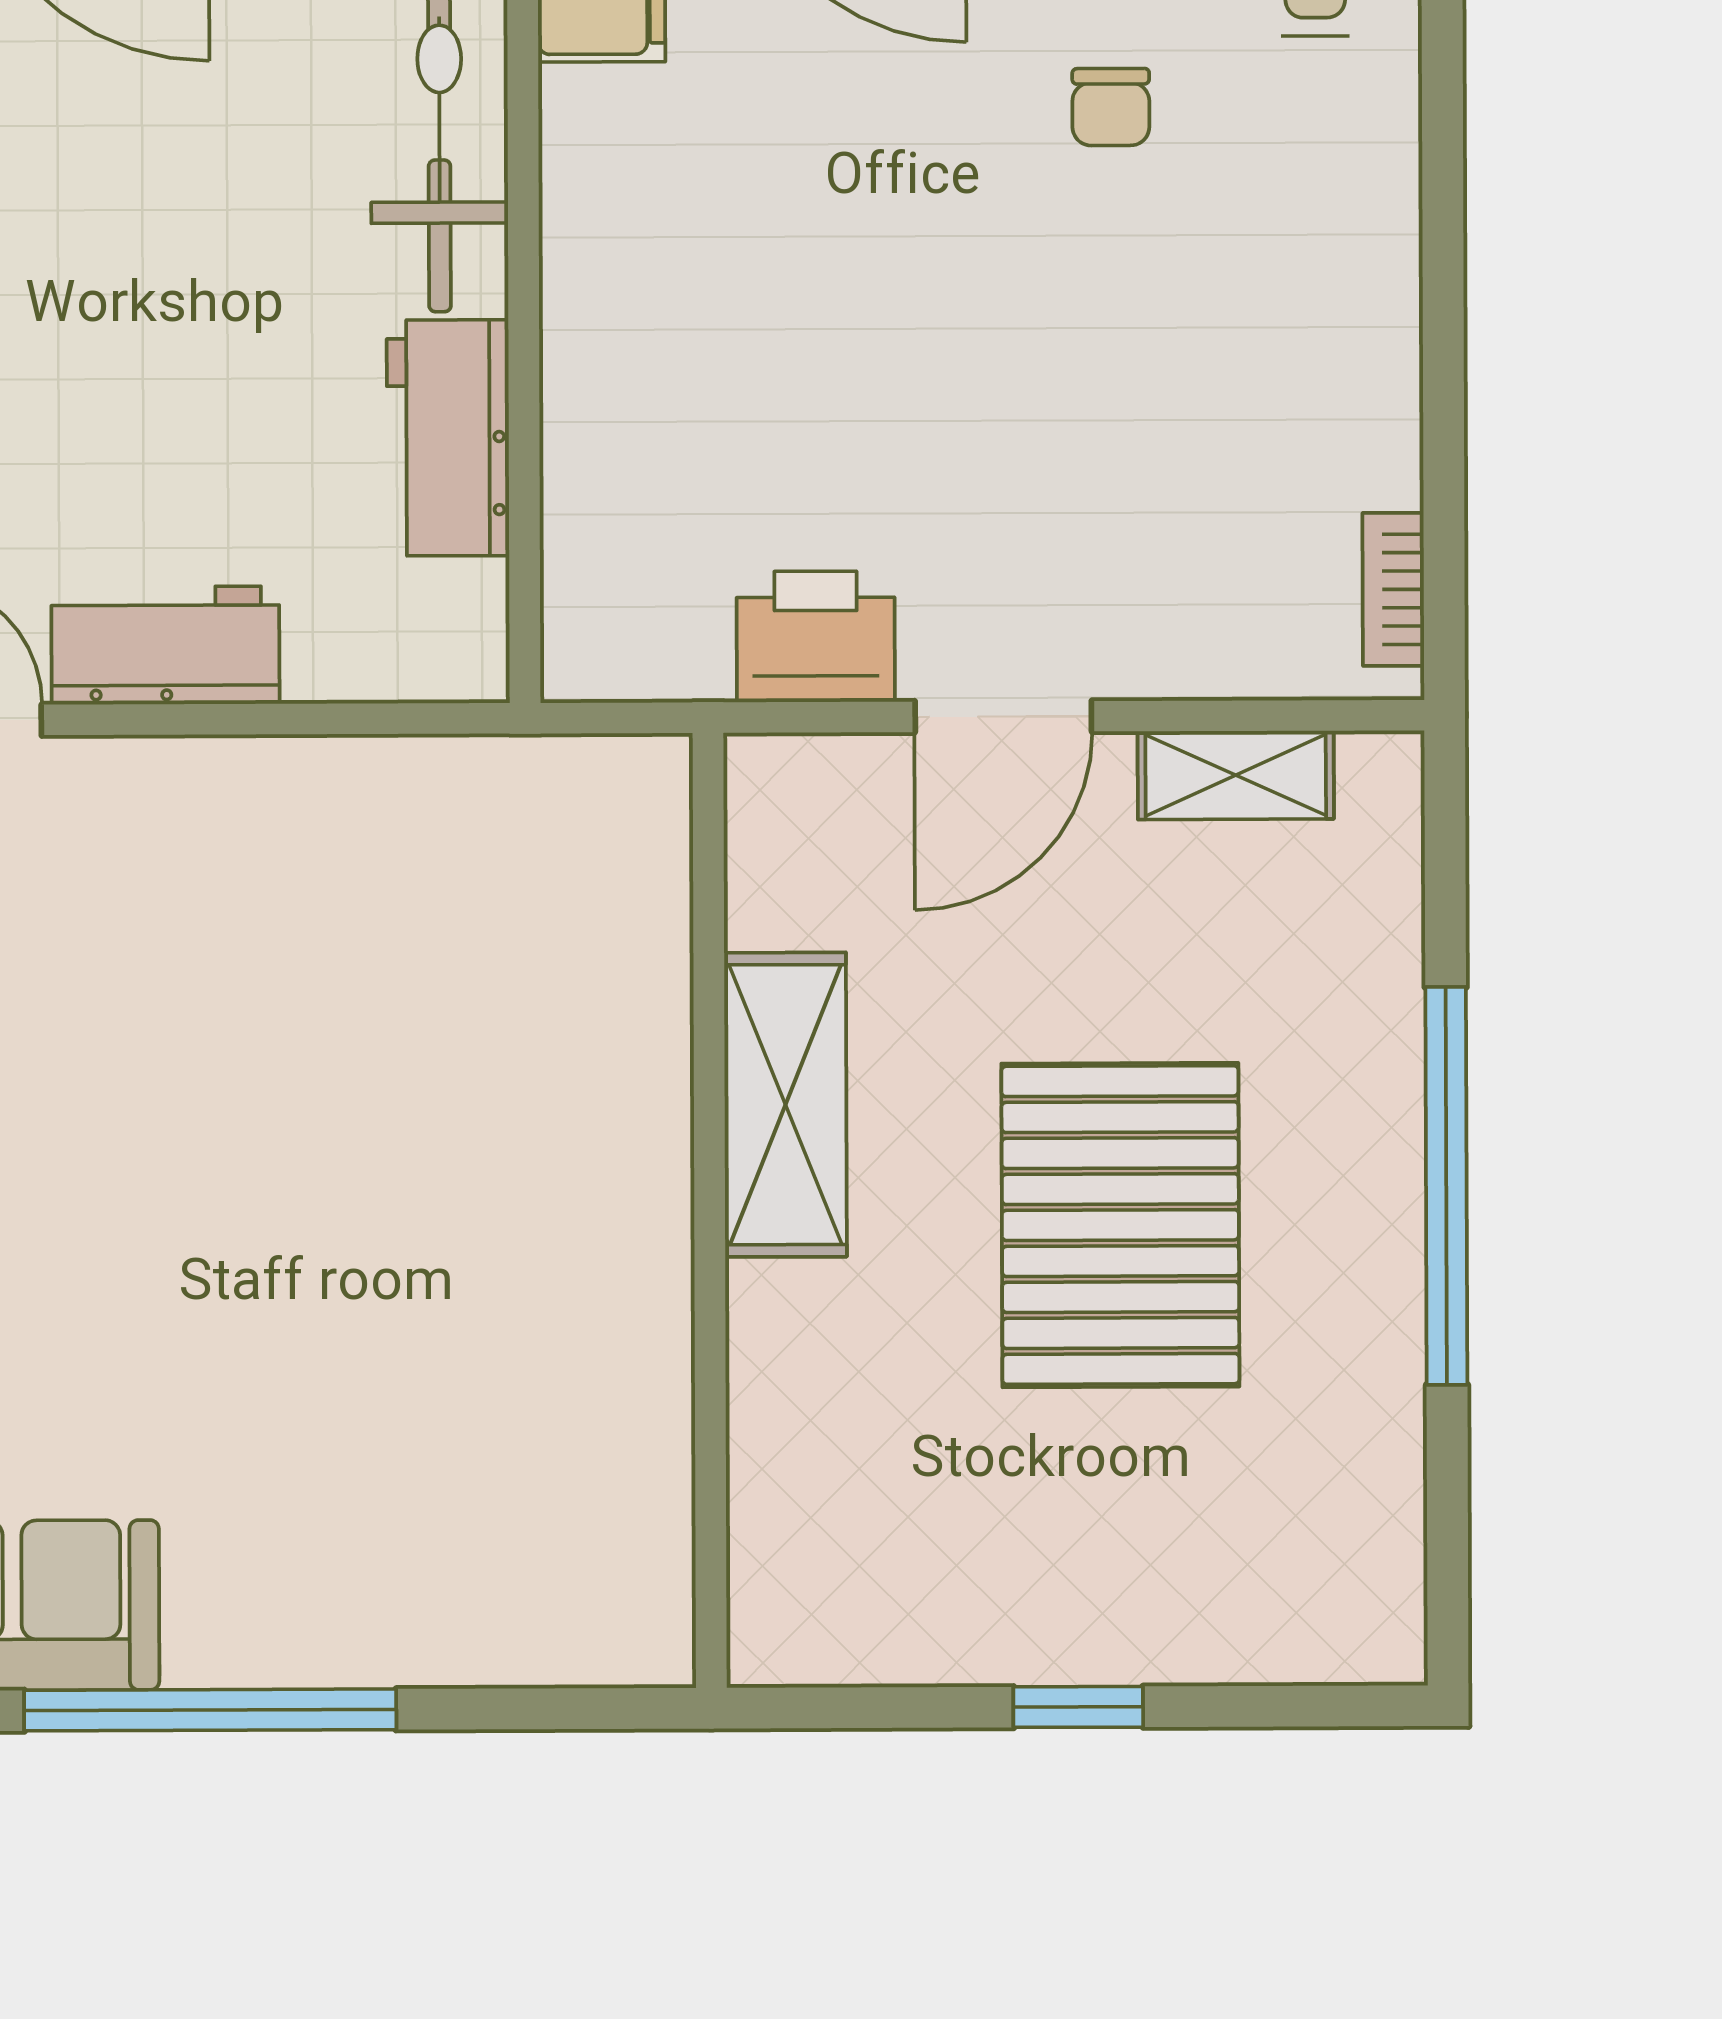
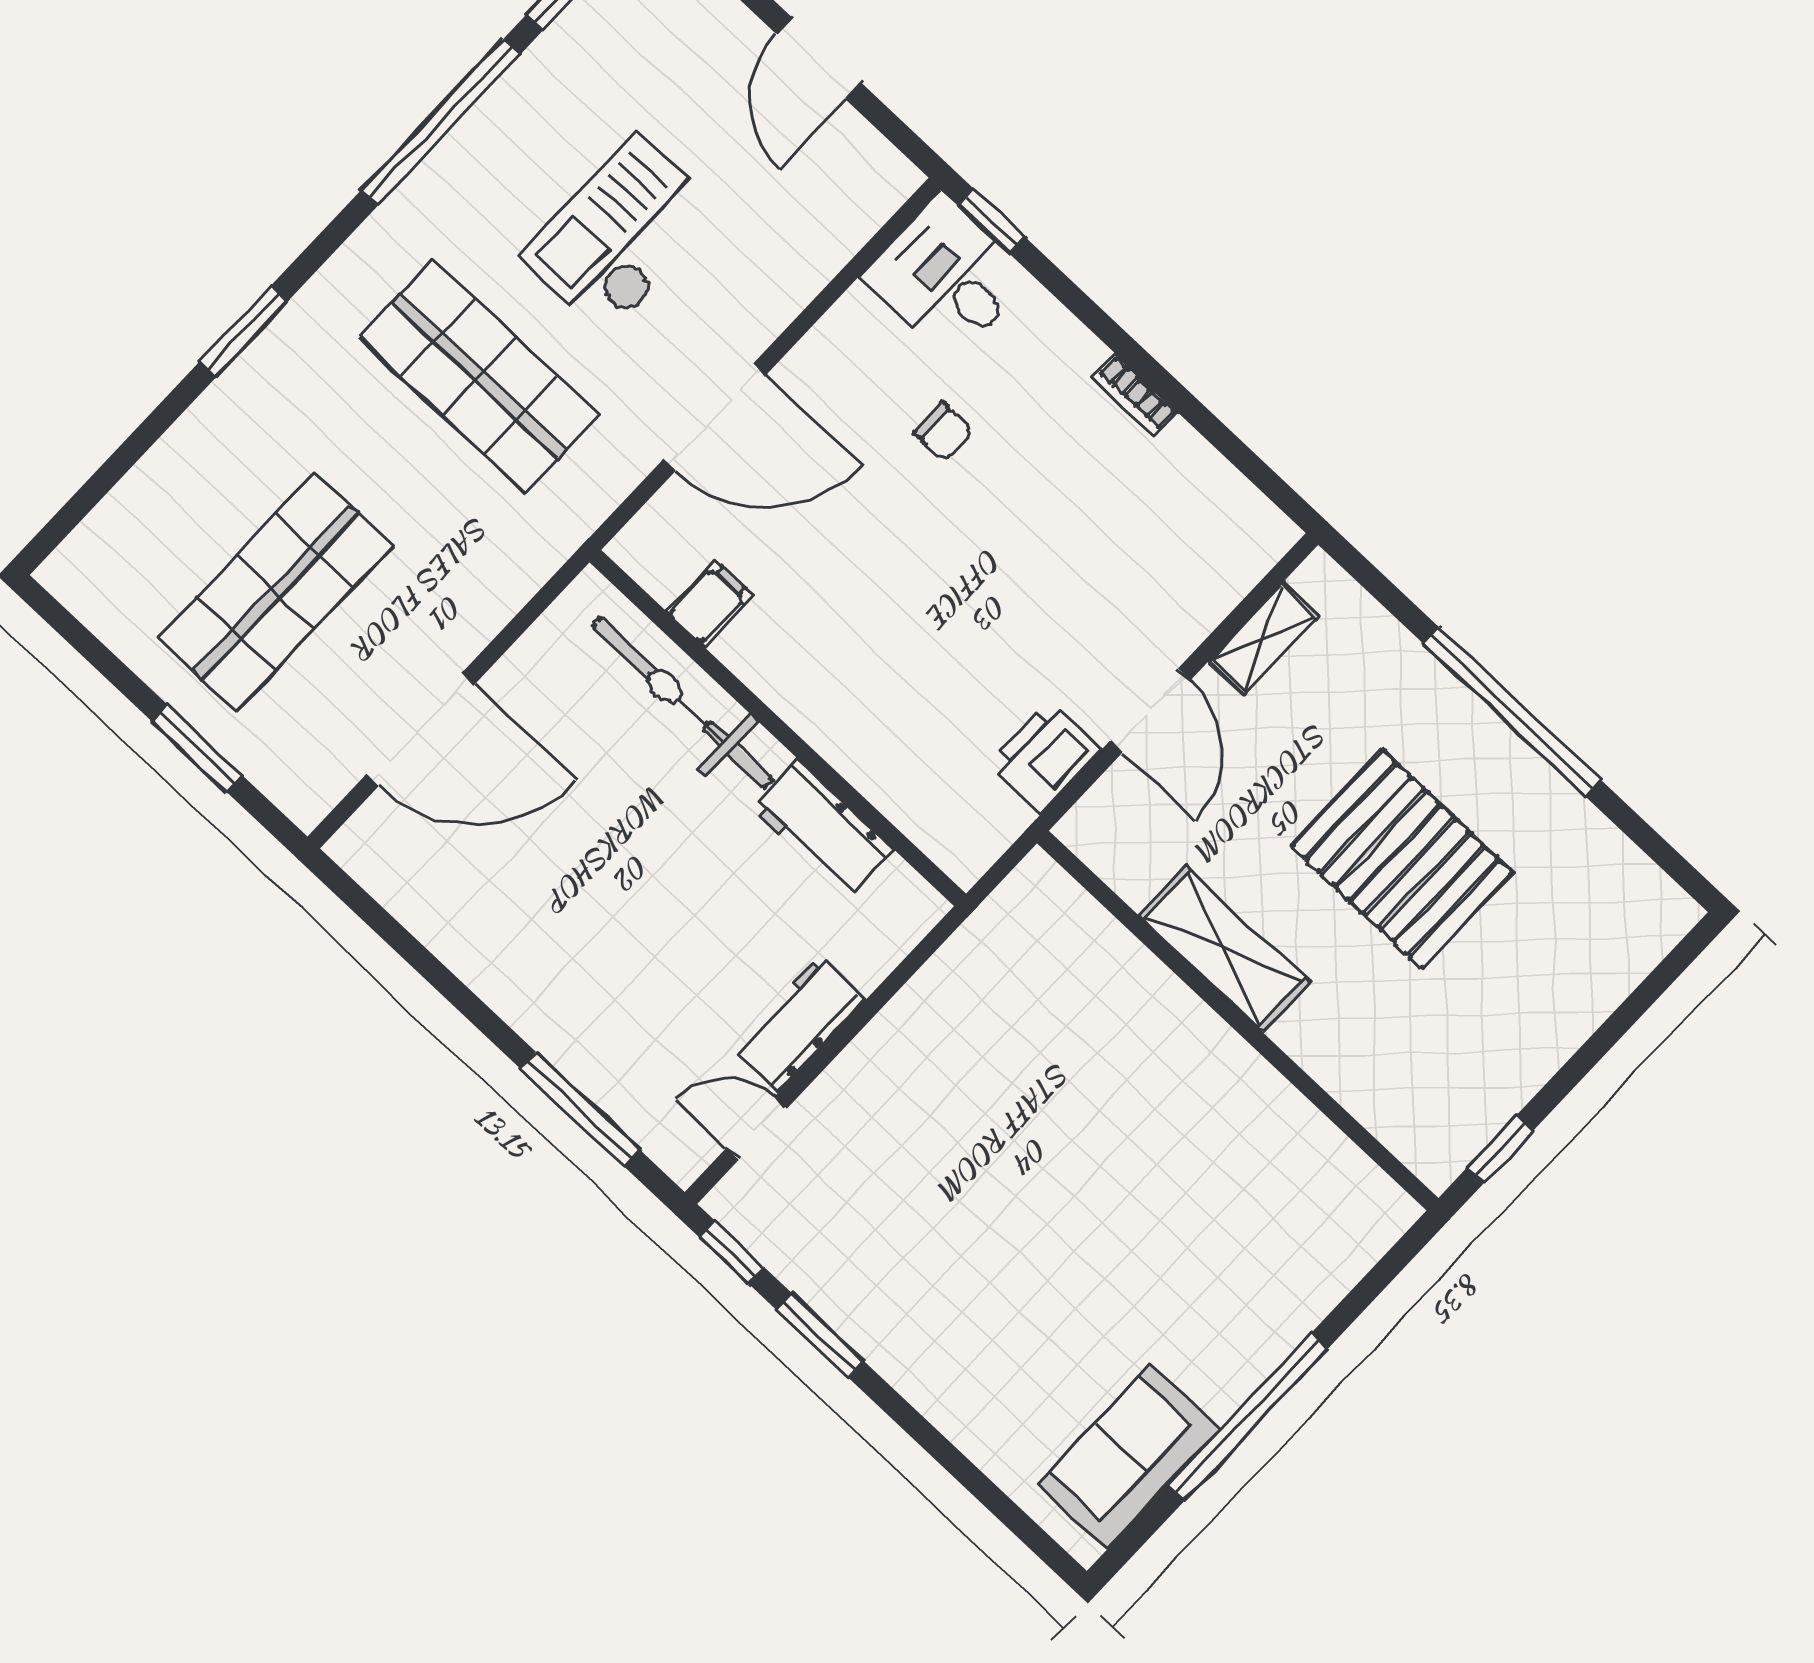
bookcase: (1393, 589) -> (1135, 396), moved
window: (1078, 1707) -> (1500, 1149), moved

